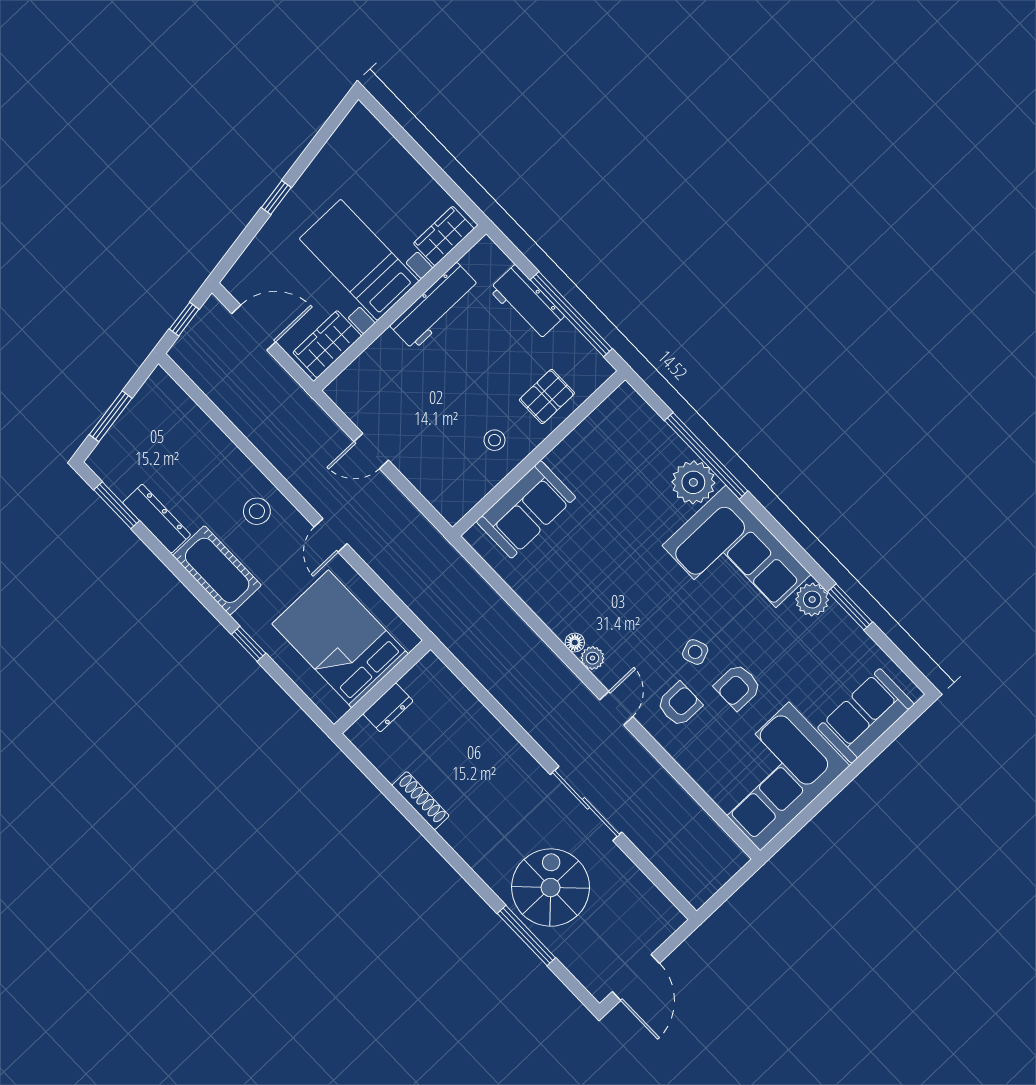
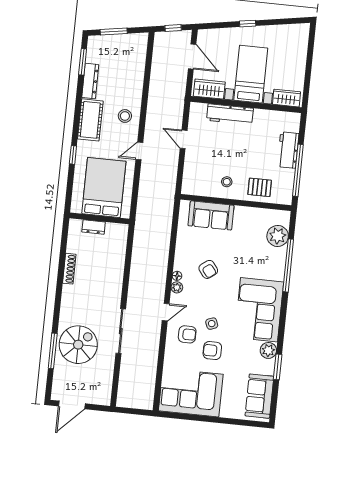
workbench: (435, 306) -> (230, 114), moved
plant: (693, 482) -> (278, 236), moved
armchair: (606, 585) -> (208, 269), added
sofa: (866, 716) -> (259, 396), moved, turned -90

